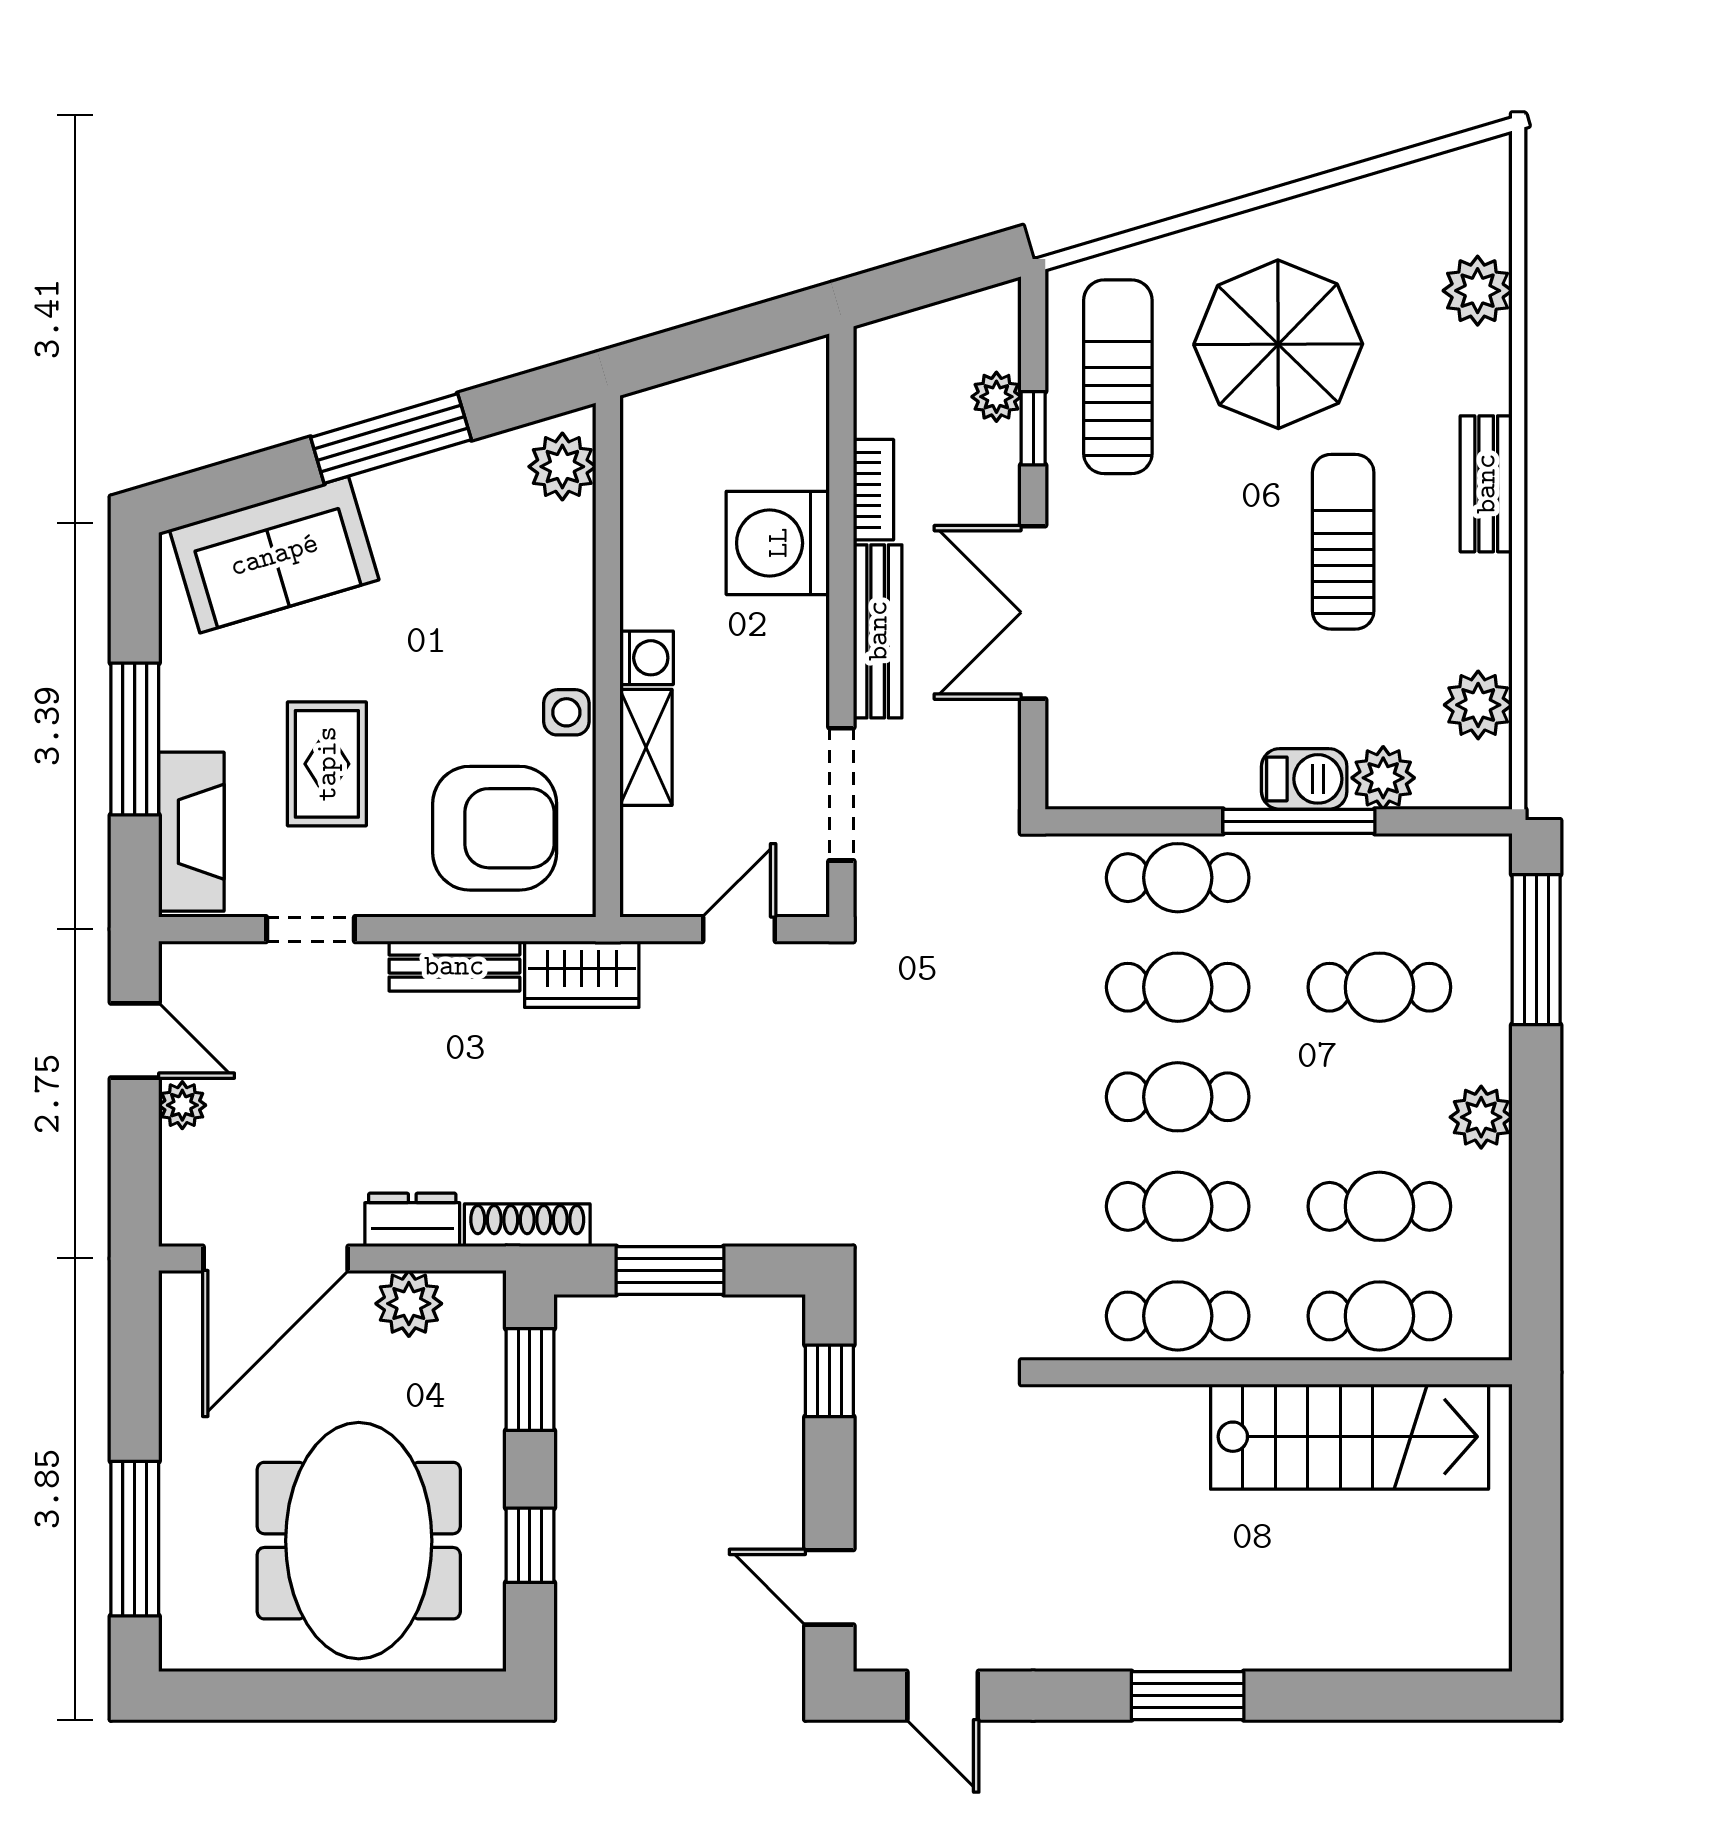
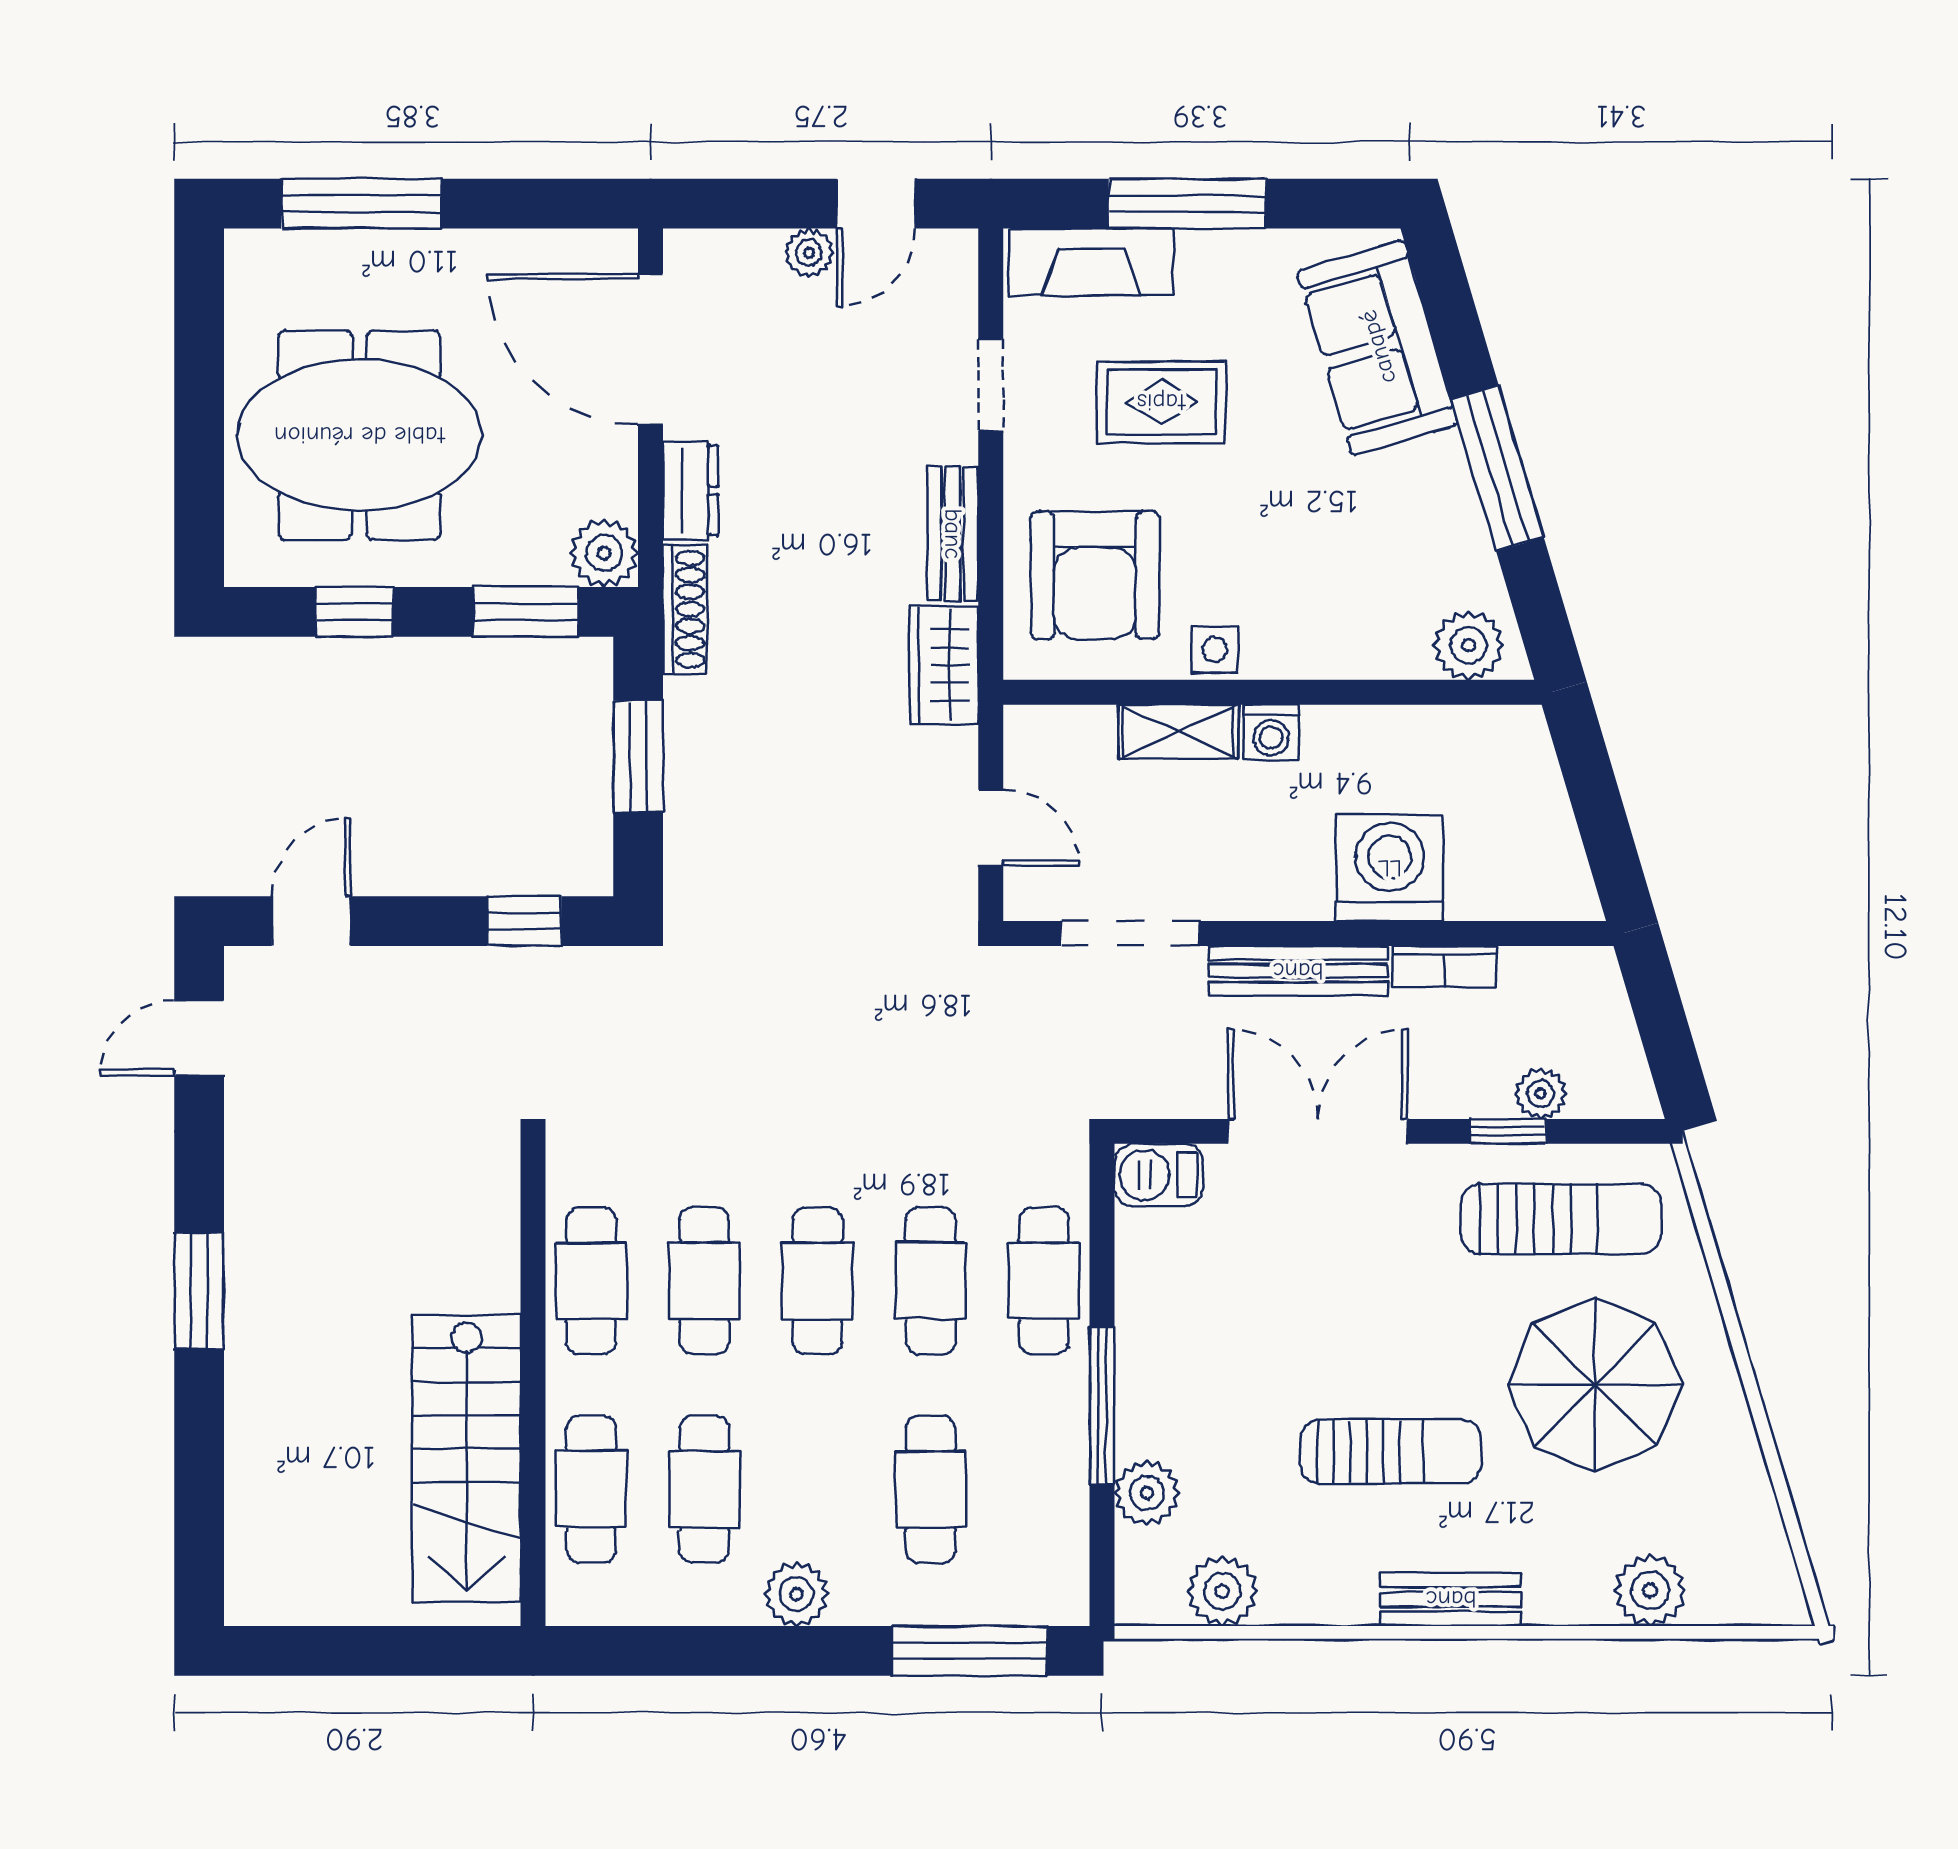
barbecue: (1304, 779) -> (1159, 1175), moved, turned 90
plant: (409, 1304) -> (604, 553), moved

